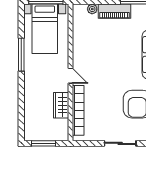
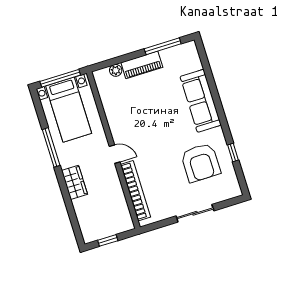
wardrobe: (61, 105) -> (75, 182), moved, turned 180
window: (43, 143) -> (108, 240), width x0.67

